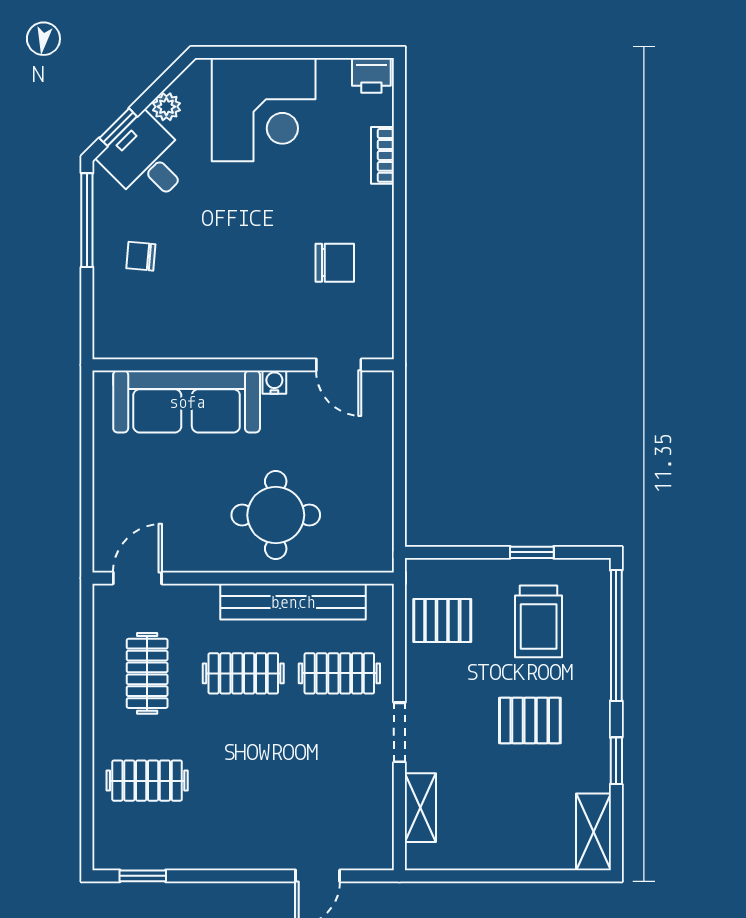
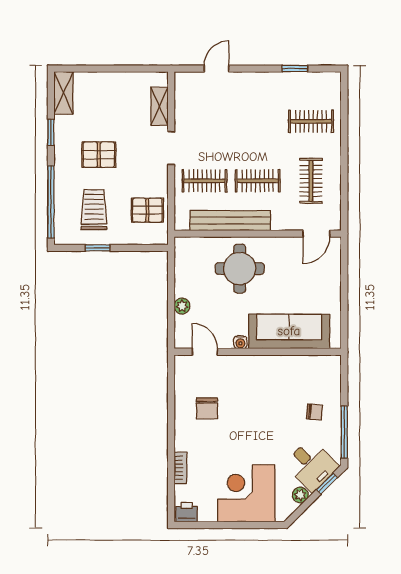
chair: (335, 263) -> (207, 408), turned -90
plant: (380, 448) -> (182, 306), added
window: (143, 876) -> (295, 69), moved

